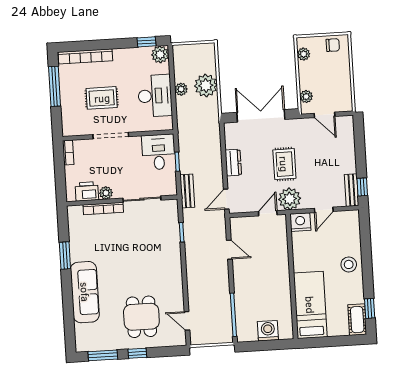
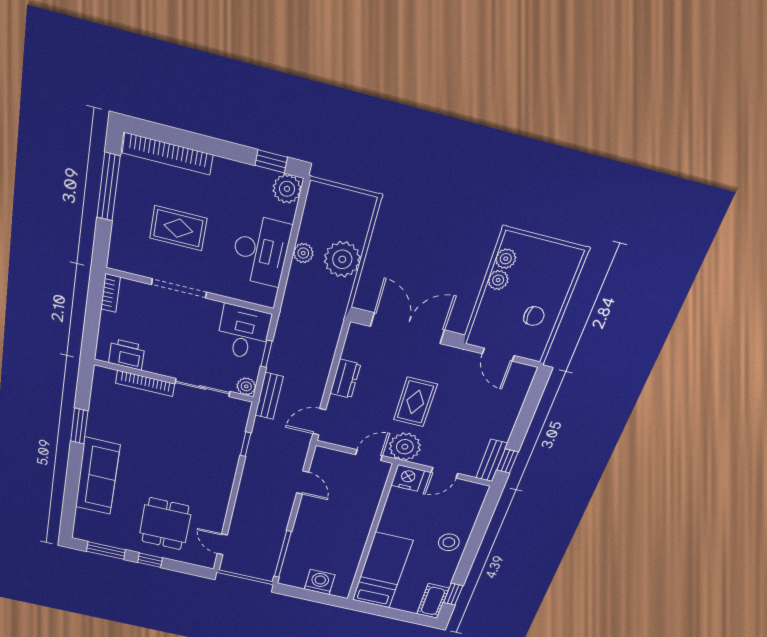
chair: (333, 45) -> (534, 316), moved
plant: (306, 97) -> (498, 280), moved
plant: (106, 193) -> (246, 386), moved

